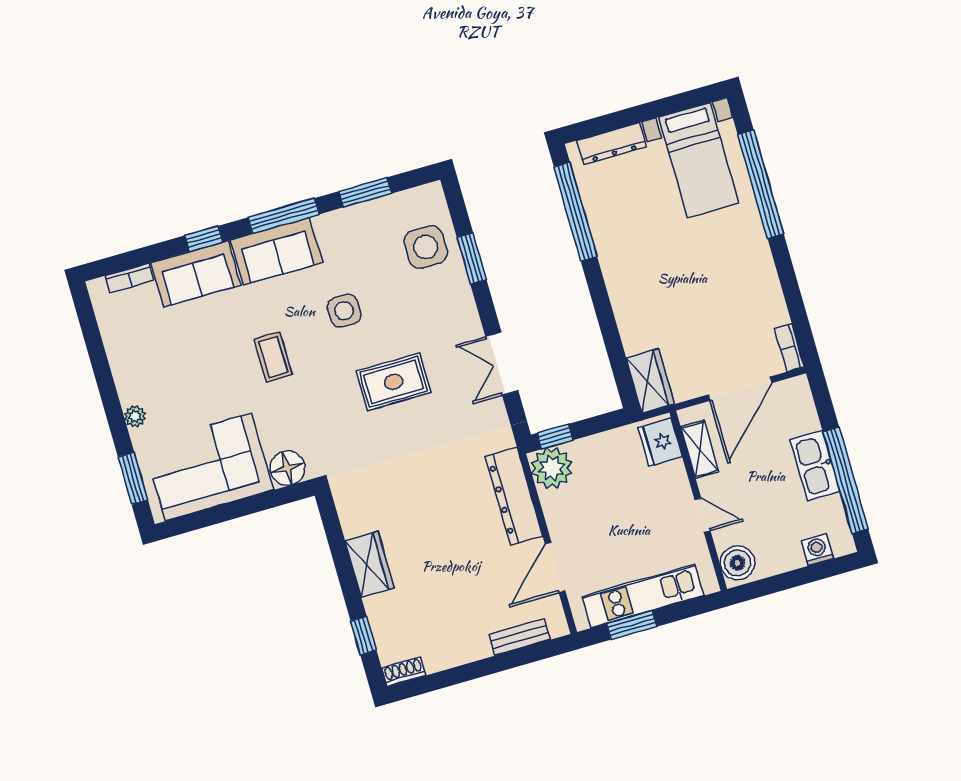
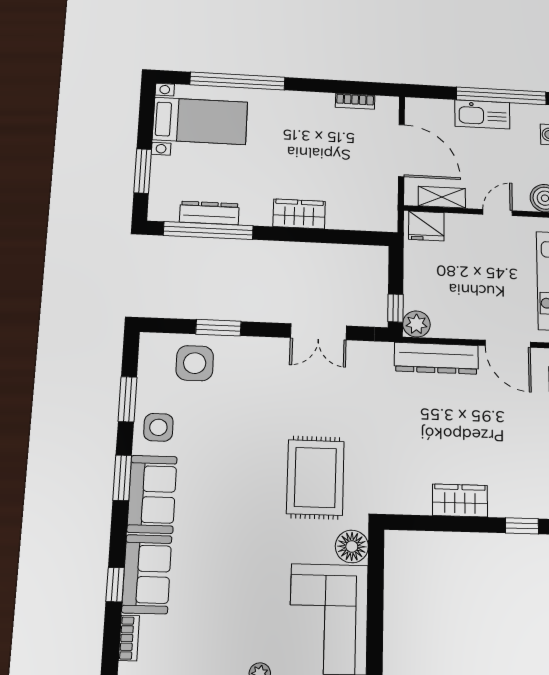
window: (619, 119) -> (143, 171), added
dresser: (612, 144) -> (209, 213), moved, turned -90
window: (283, 216) -> (122, 478), width x0.69
window: (204, 239) -> (115, 585), moved
side table: (344, 311) -> (158, 427), moved
bookcase: (789, 348) -> (355, 101), moved
coffee table: (273, 357) -> (247, 528), removed
wardrobe: (650, 381) -> (299, 214), moved
rug: (394, 382) -> (315, 477), moved, width x1.36, depth x1.43
plant: (552, 468) -> (416, 324), width x0.73, depth x0.73

